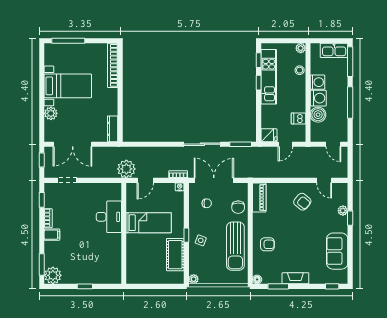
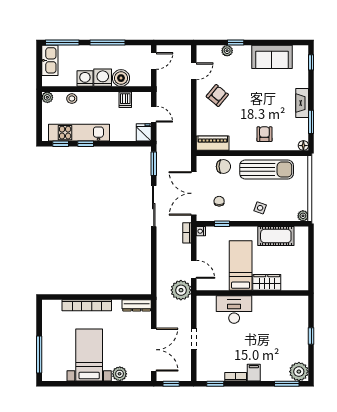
bookcase: (113, 65) -> (87, 305), moved
doorway: (67, 180) -> (194, 339), moved
window: (186, 235) -> (222, 224), moved
wardrobe: (133, 246) -> (267, 282), added

